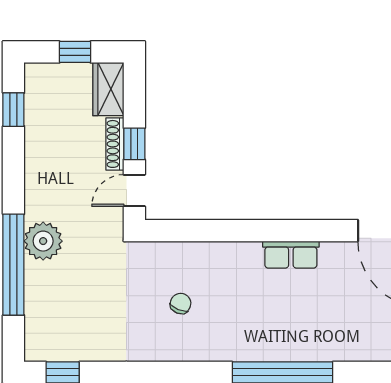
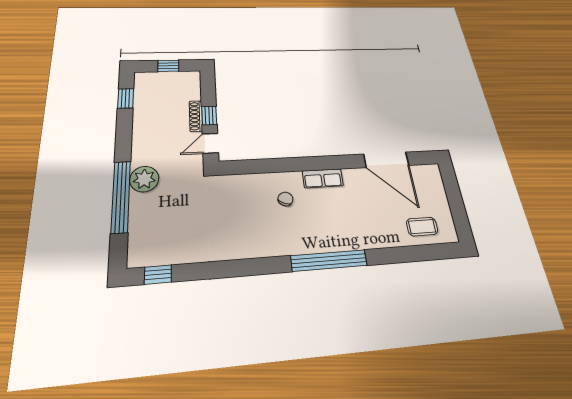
wardrobe: (108, 89) -> (191, 85), removed
chair: (181, 304) -> (285, 199), moved

